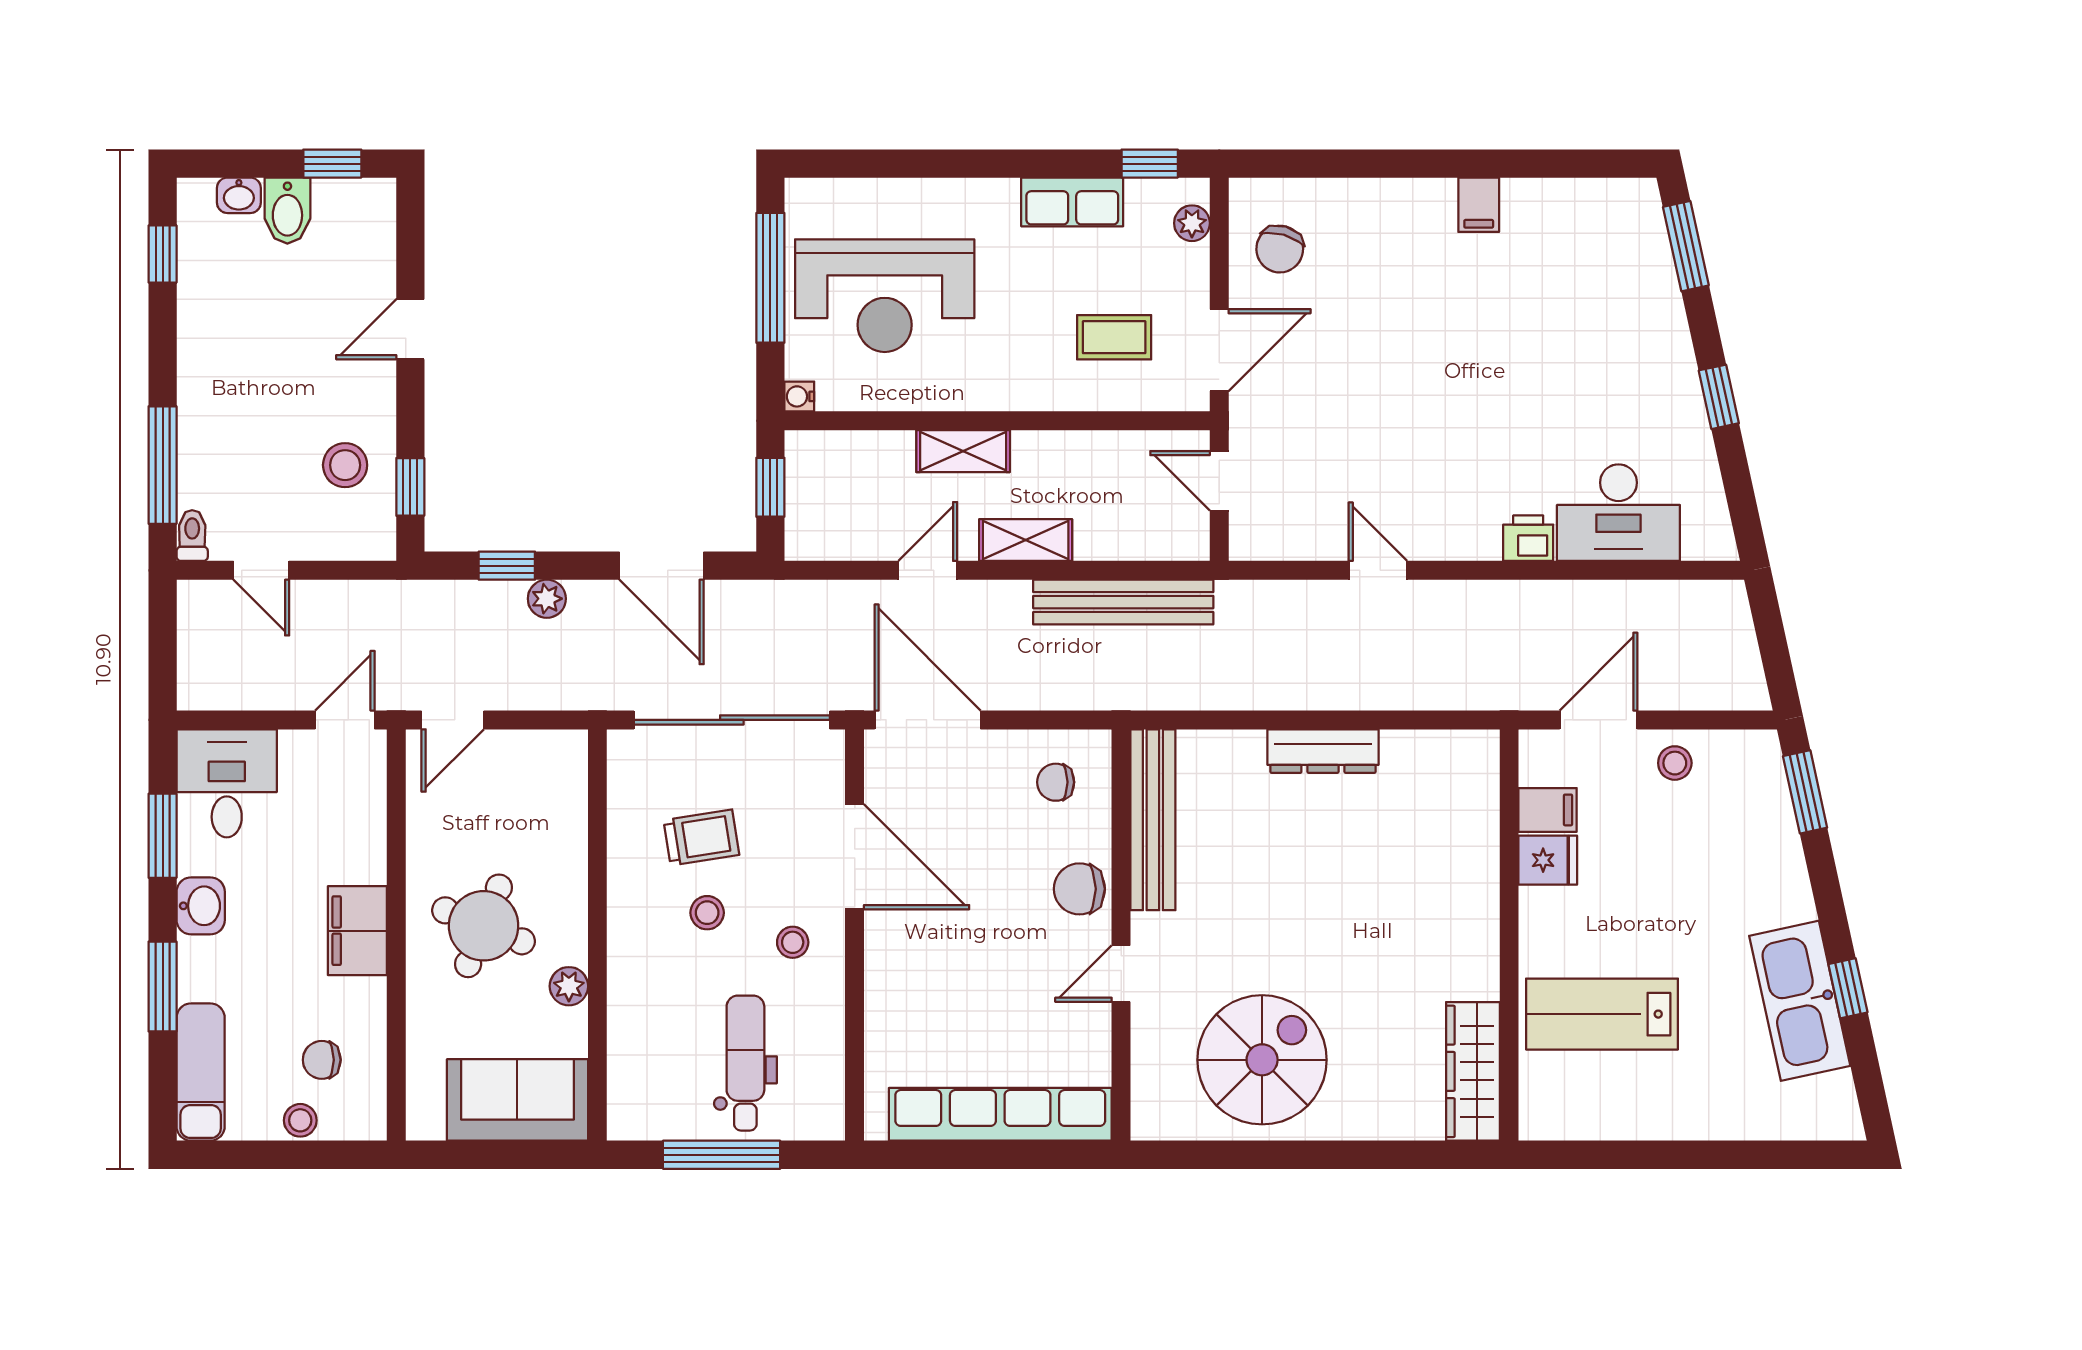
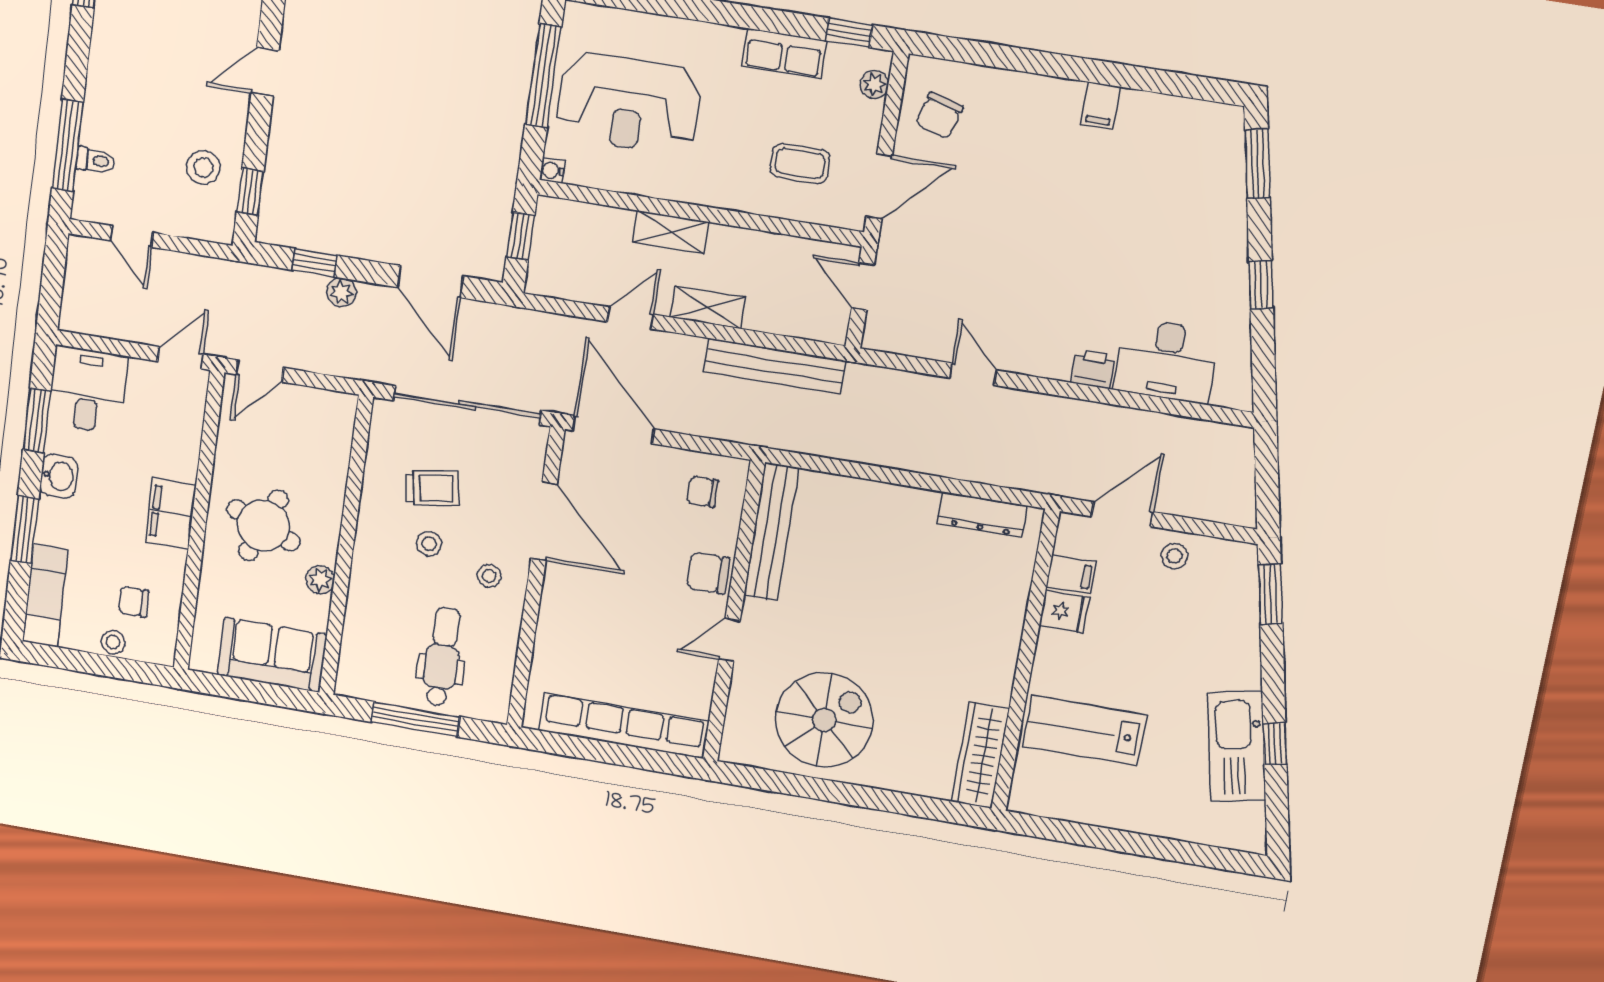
toilet: (192, 536) -> (96, 160), moved, turned 90
dresser: (1323, 751) -> (982, 515), moved

